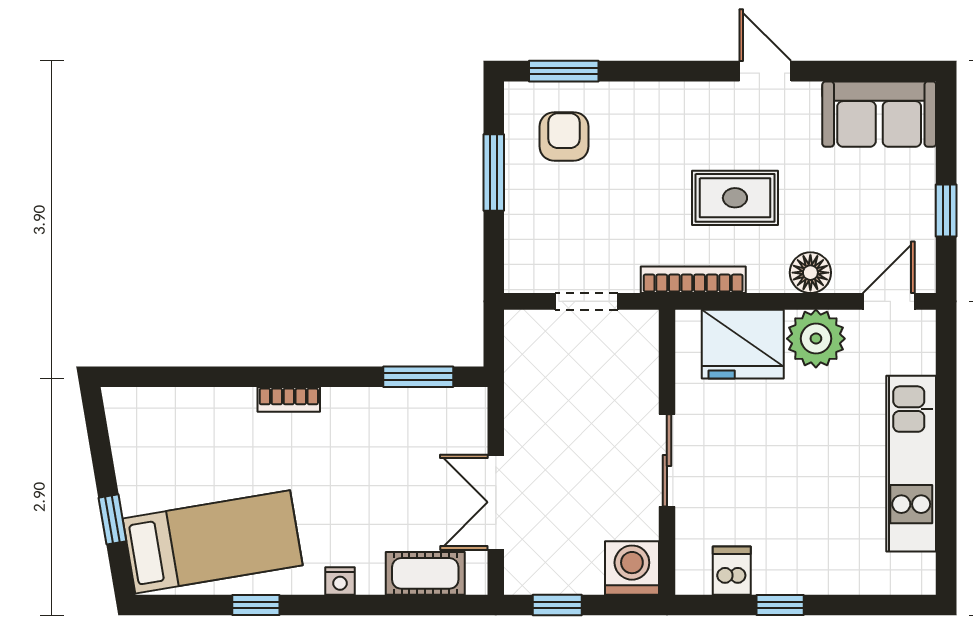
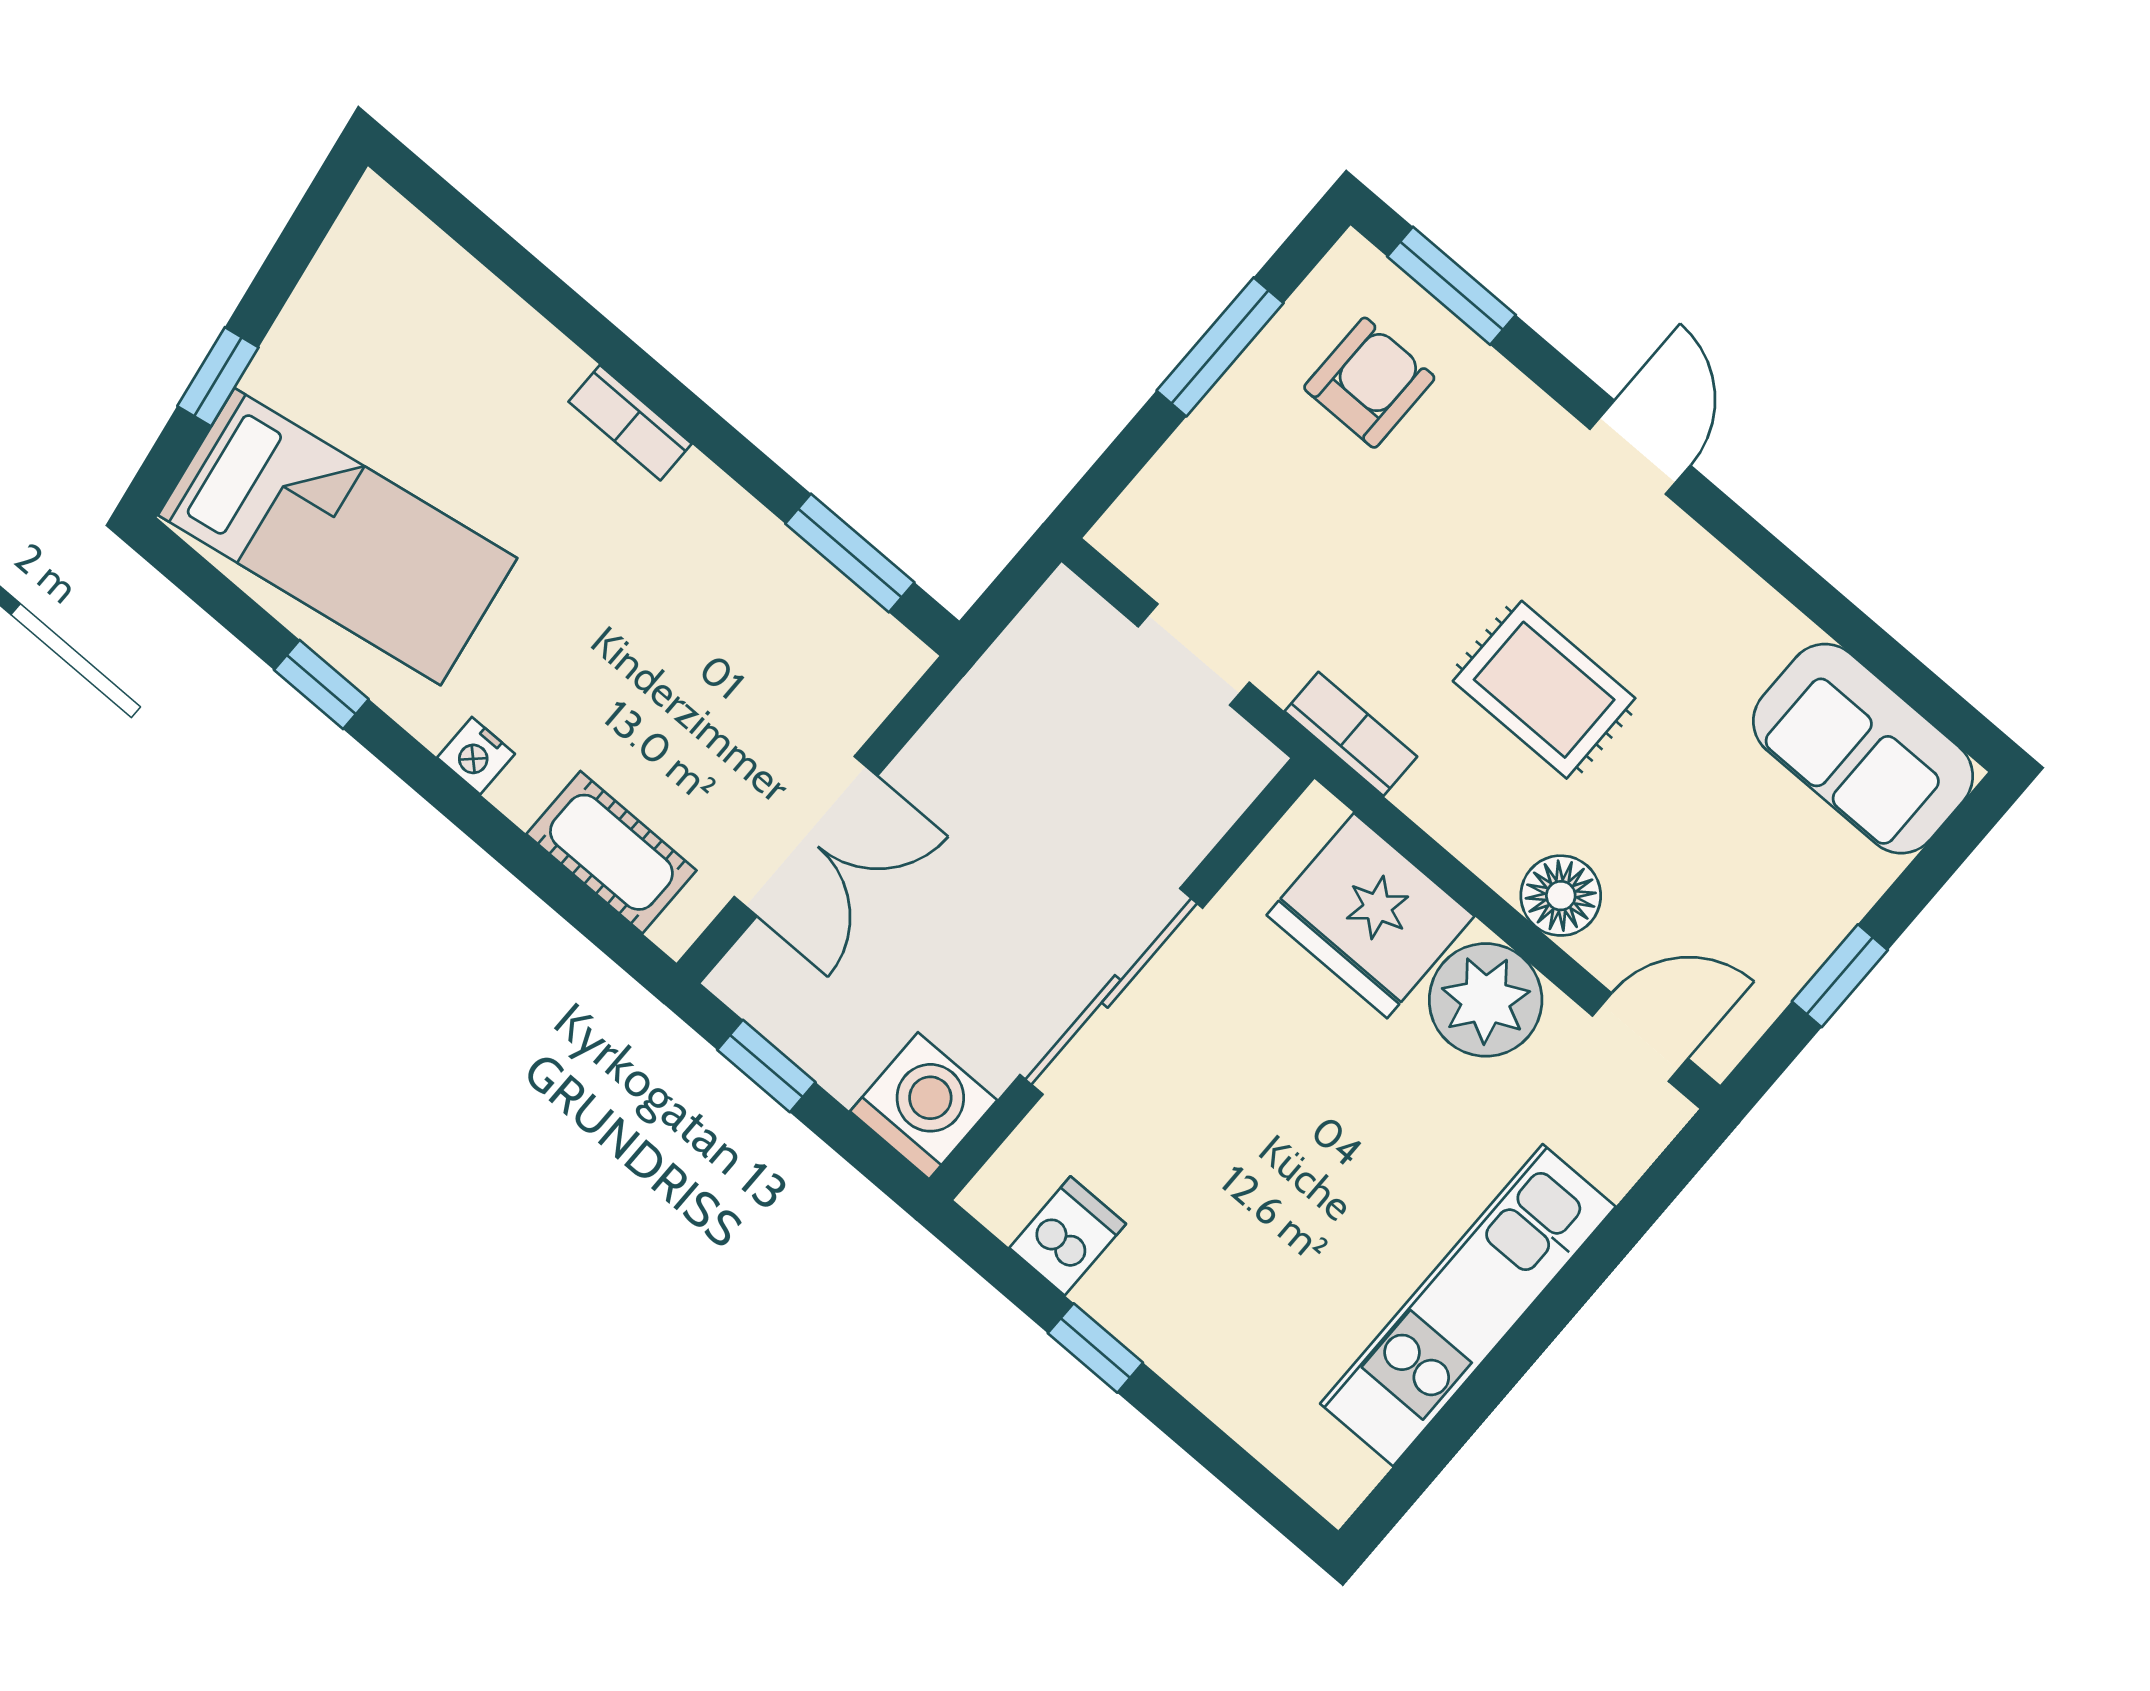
door: (765, 71) -> (1640, 447), moved
bookcase: (693, 280) -> (1351, 734), width x0.64
sliding door: (667, 460) -> (1111, 991), width x1.37
double door: (496, 502) -> (806, 836), swing flipped

